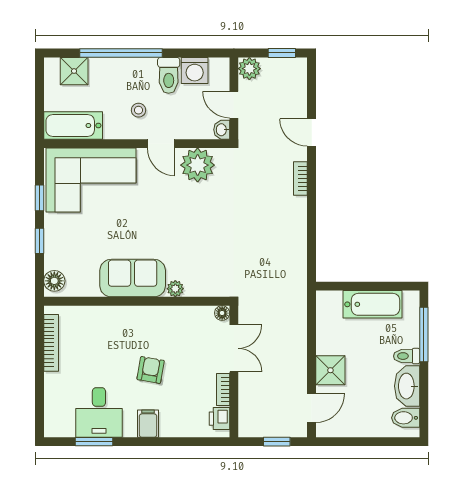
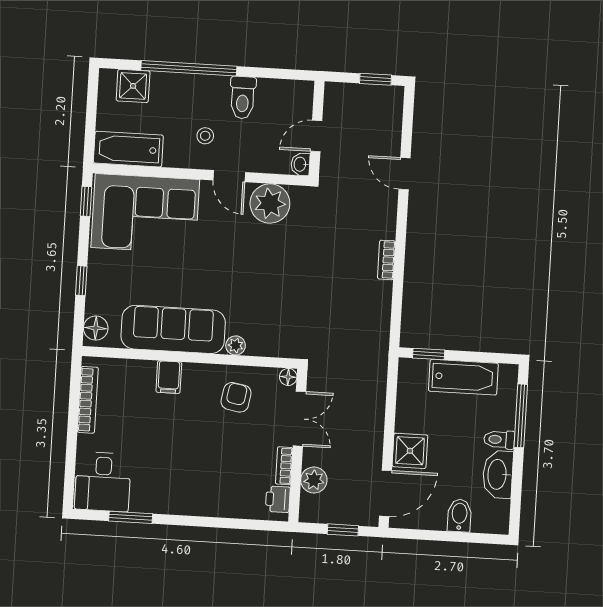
plant: (249, 69) -> (314, 480), moved
washing machine: (195, 70) -> (273, 94), removed
door: (234, 105) -> (316, 136), hinge flipped
bookcase: (300, 178) -> (386, 260), moved
window: (39, 198) -> (86, 201), moved
sofa: (133, 278) -> (173, 329), width x1.36
window: (341, 286) -> (429, 354), added
armchair: (151, 370) -> (236, 397), moved
door: (312, 408) -> (385, 493), width x1.38
desk: (99, 412) -> (103, 482), moved
bidet: (406, 418) -> (459, 516), moved, turned 90
filing cabinet: (148, 424) -> (169, 377), moved, turned 180

